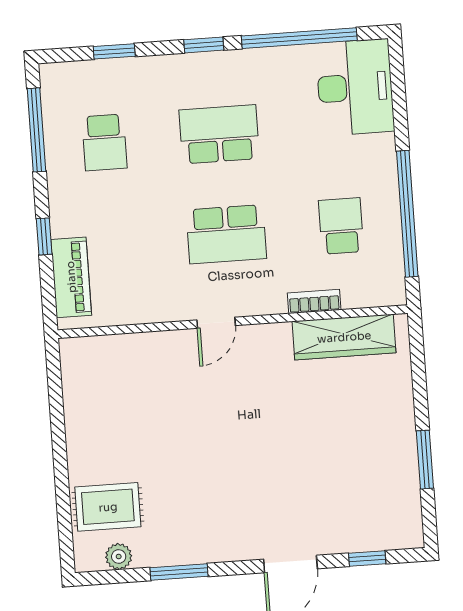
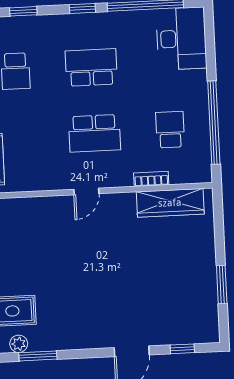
window: (179, 572) -> (38, 356), moved

